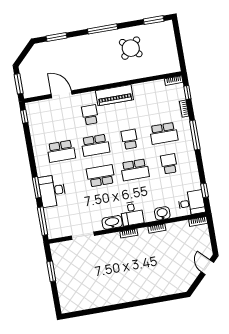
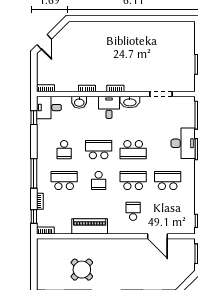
piano: (114, 95) -> (90, 226), moved
school desk: (90, 115) -> (133, 211), turned 180

